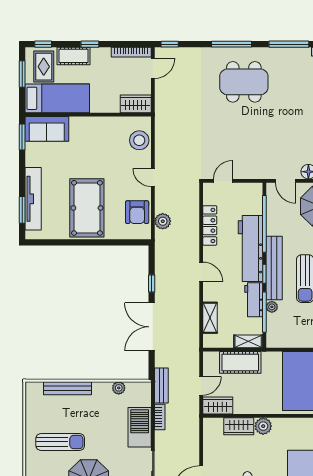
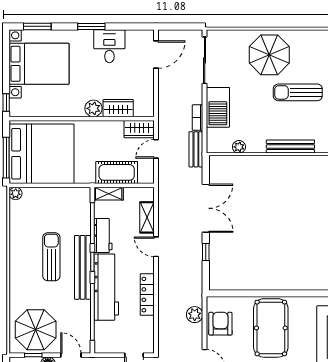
locker: (210, 225) -> (147, 295), moved
door: (201, 272) -> (156, 247), moved
plant: (272, 307) -> (85, 228), removed

